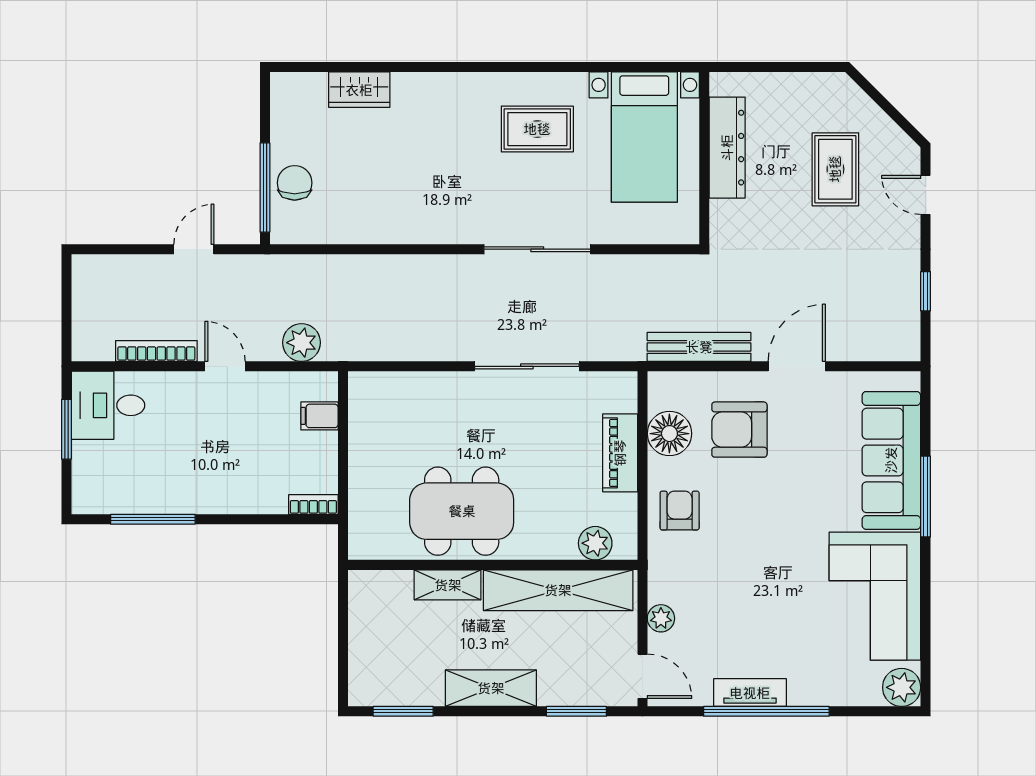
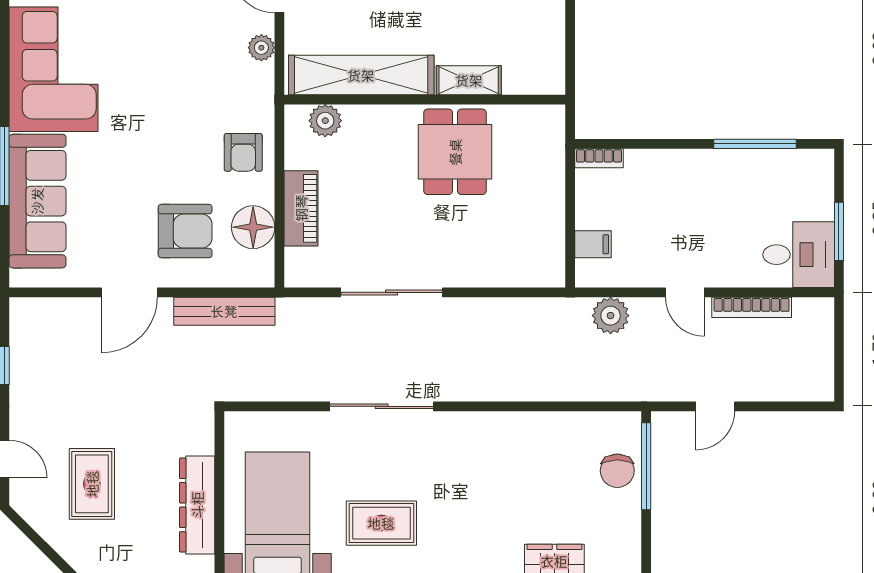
dining table: (462, 511) -> (455, 152), width x0.73

